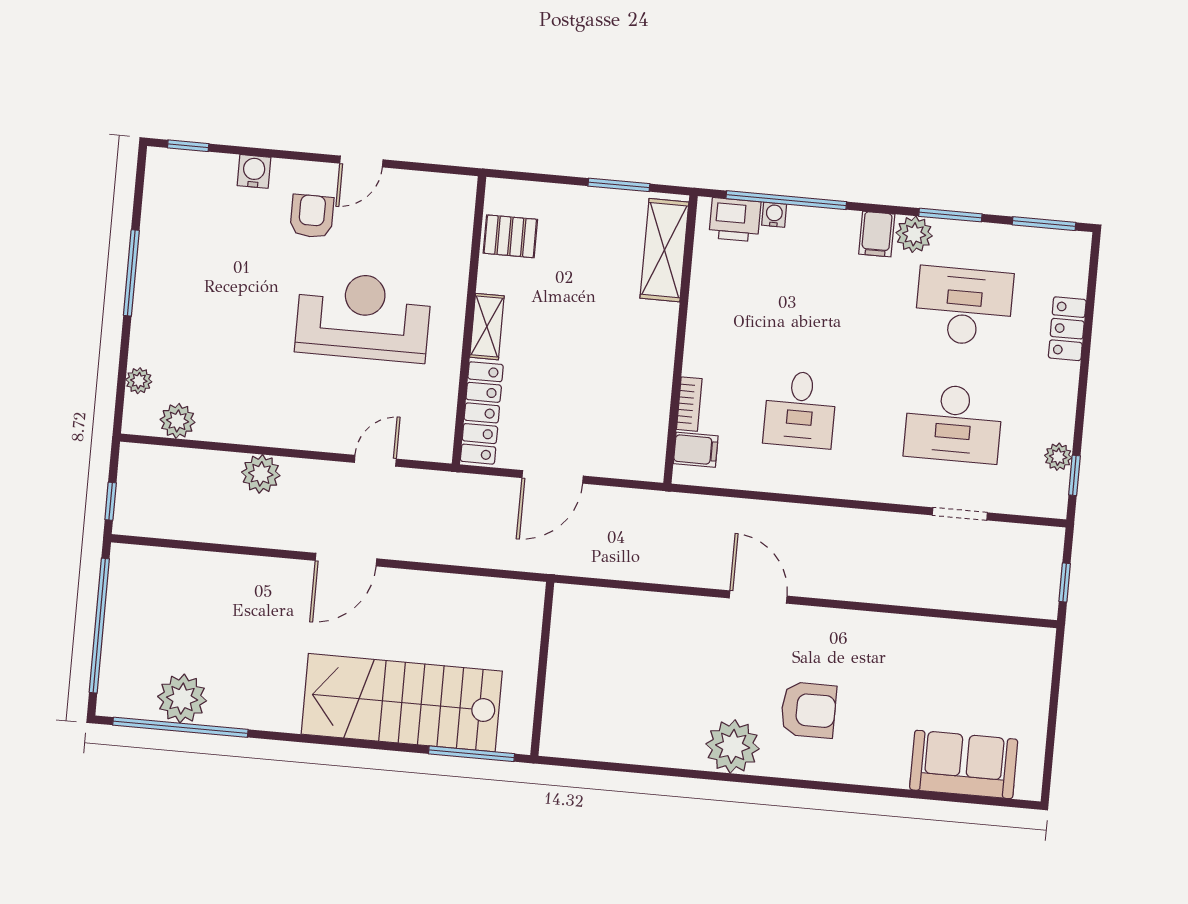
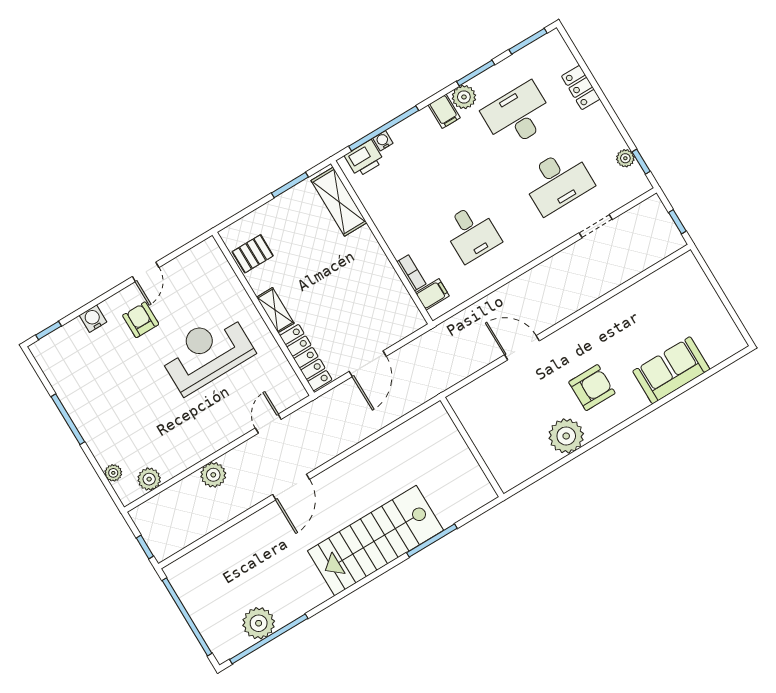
wall: (542, 669) -> (472, 447), moved
sofa: (964, 764) -> (671, 370), moved

